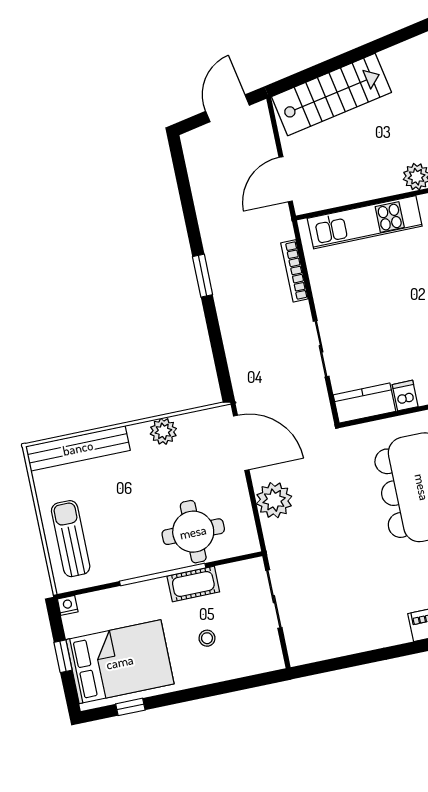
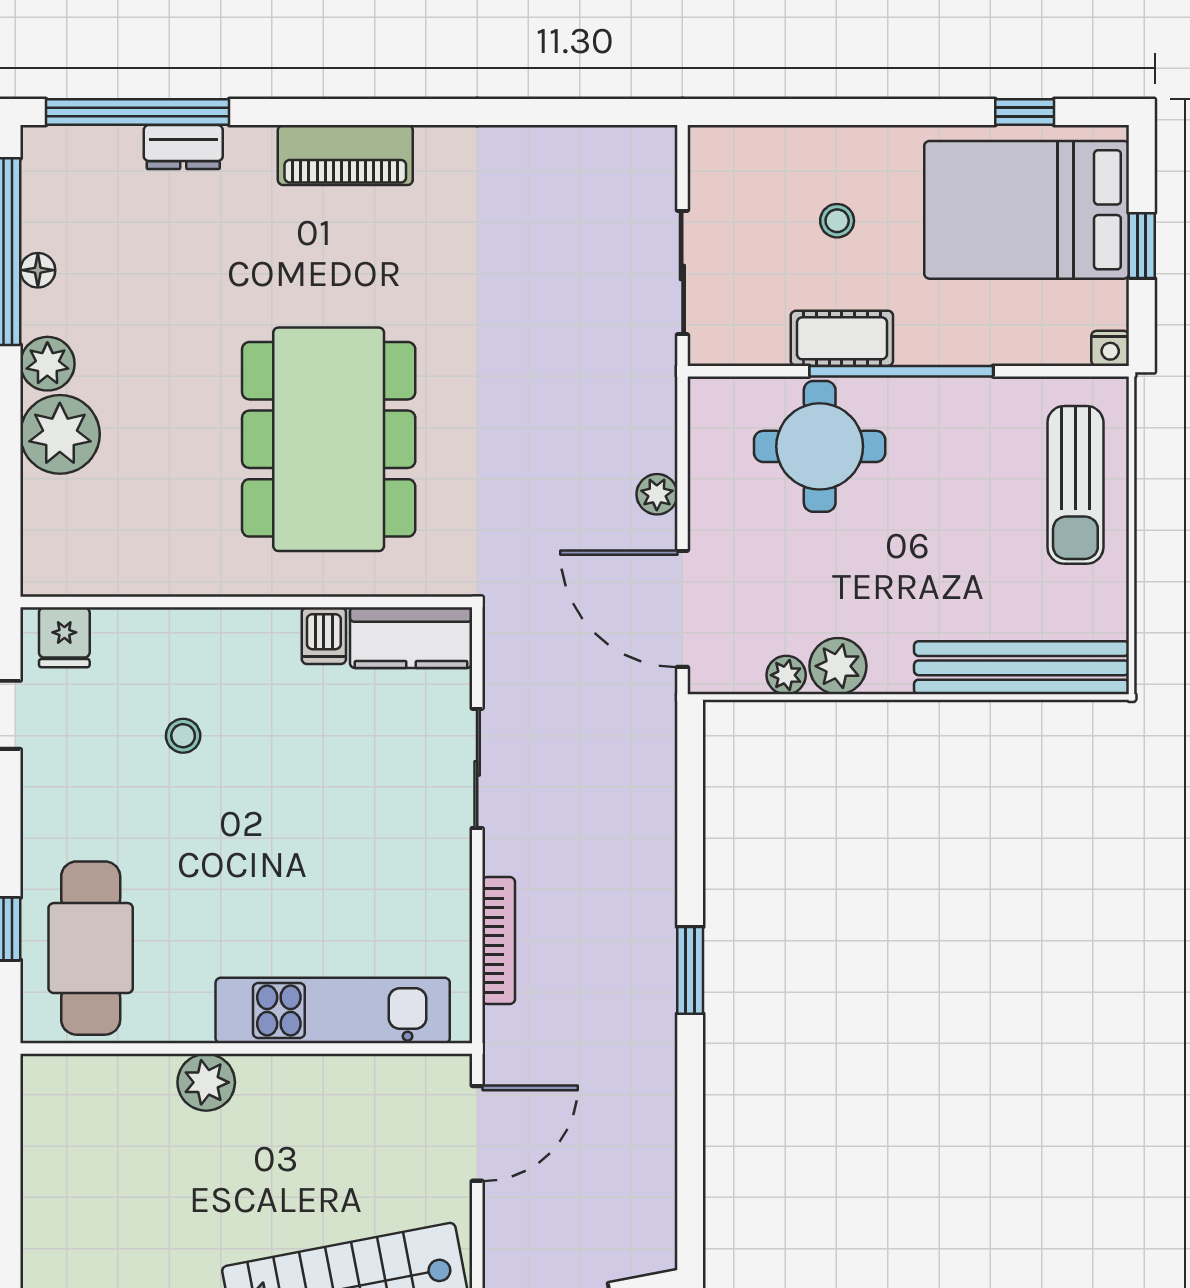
plant: (187, 422) -> (786, 675), added
plant: (274, 500) -> (657, 494), width x0.53, depth x0.53

